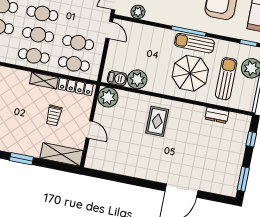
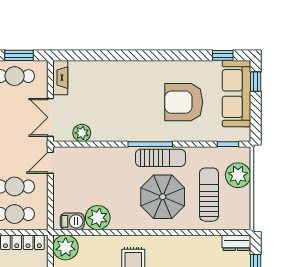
door: (109, 30) -> (50, 163), swing flipped
sun lounger: (194, 43) -> (160, 158), turned 180
dresser: (217, 115) -> (236, 243), moved

